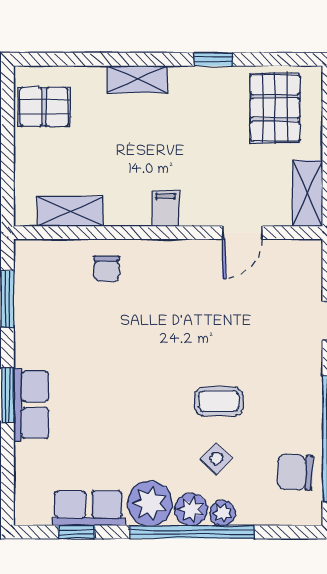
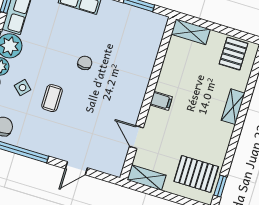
window: (213, 59) -> (220, 186), moved
shelving: (70, 211) -> (191, 32), moved, turned 90
chair: (107, 269) -> (85, 63), moved, turned 90

